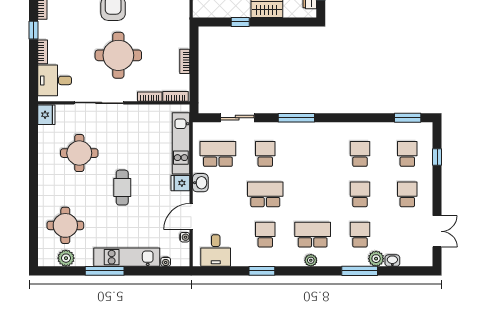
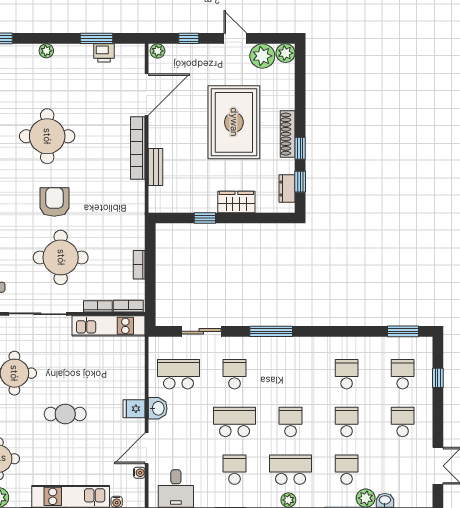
kitchen unit: (181, 143) -> (109, 326), moved, turned -90
cafe table: (122, 188) -> (65, 414), turned 90
school desk: (313, 194) -> (291, 422), added

